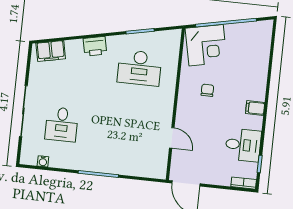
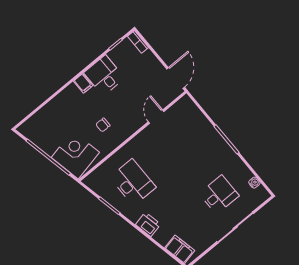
desk: (243, 145) -> (104, 75), moved

